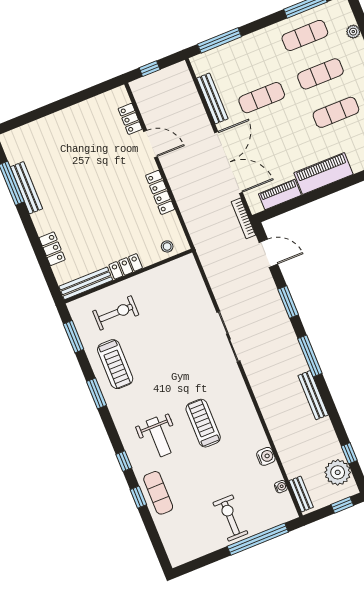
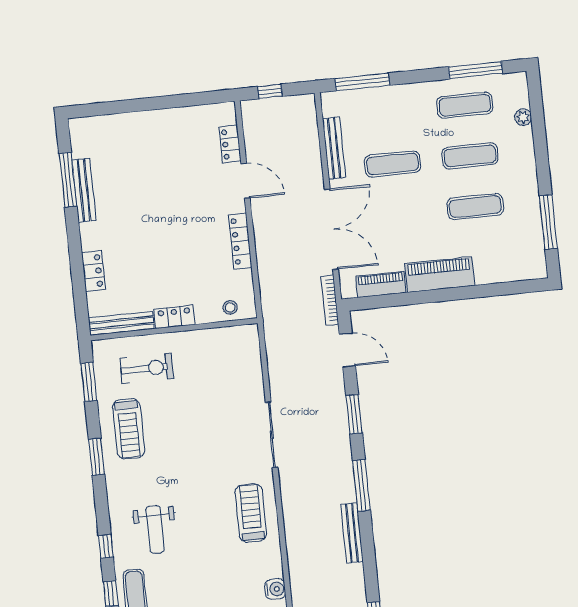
treadmill: (203, 423) -> (251, 513), moved

